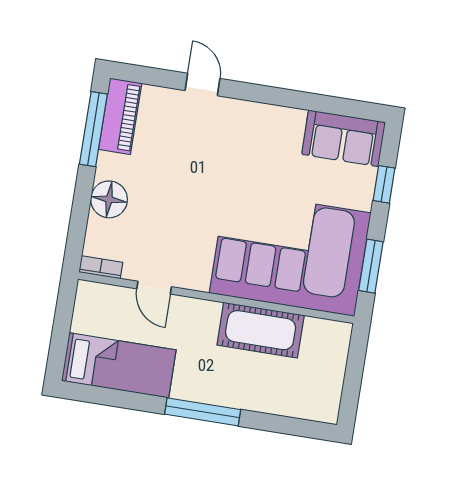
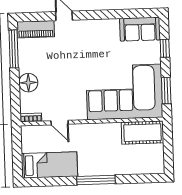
piano: (120, 116) -> (36, 29), moved, turned 90
cot: (261, 330) -> (142, 133), moved

